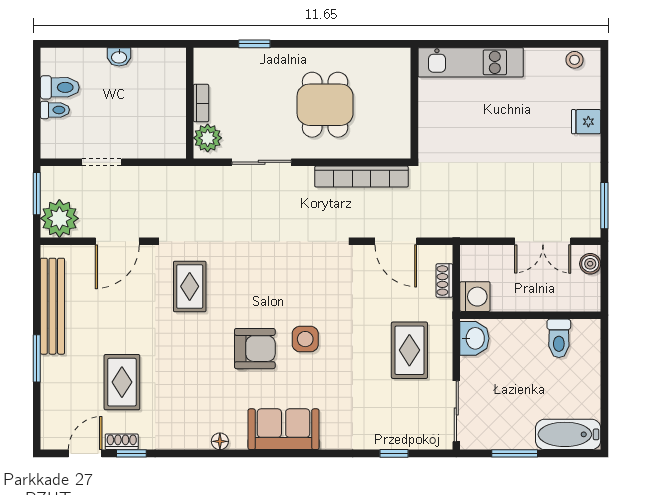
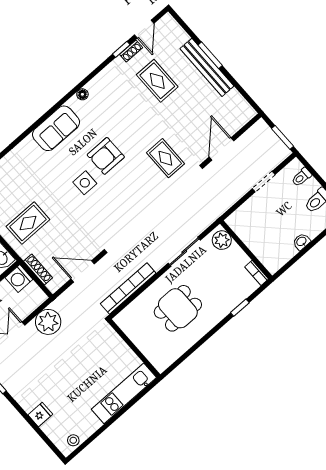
bookcase: (201, 103) -> (257, 273), moved
dining table: (325, 105) -> (178, 308), turned 90
toilet: (55, 110) -> (302, 177), moved
plant: (59, 218) -> (48, 322), moved
shoe rack: (444, 281) -> (38, 270), width x1.43
bench: (52, 306) -> (207, 67), moved
rug: (409, 350) -> (28, 223), turned 90

